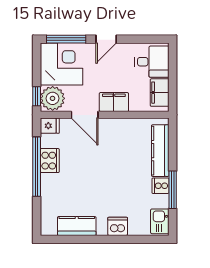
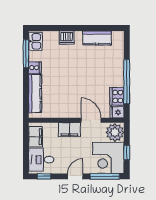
window: (148, 39) -> (44, 176), added
window: (37, 96) -> (127, 152), moved
cooker: (50, 161) -> (117, 96), moved
window: (173, 190) -> (26, 54), moved

